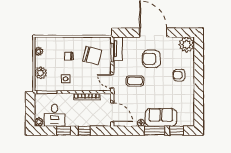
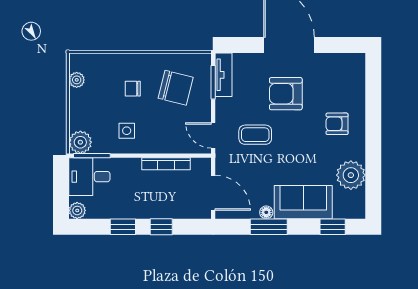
plant: (187, 45) -> (351, 175), moved
plant: (41, 73) -> (80, 142), moved
desk: (55, 115) -> (89, 177), moved, turned 90
window: (155, 131) -> (269, 227), moved

